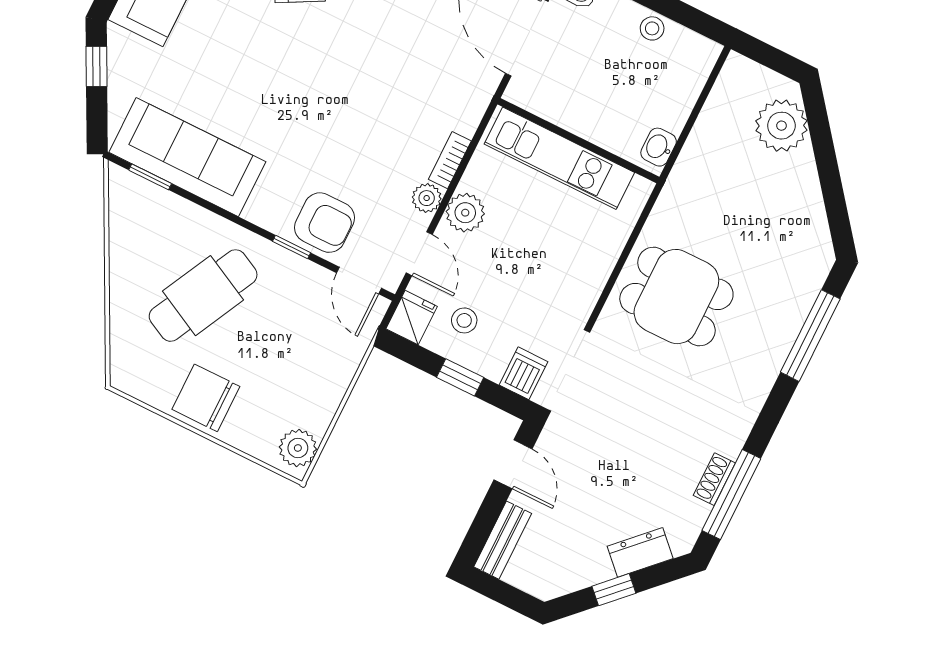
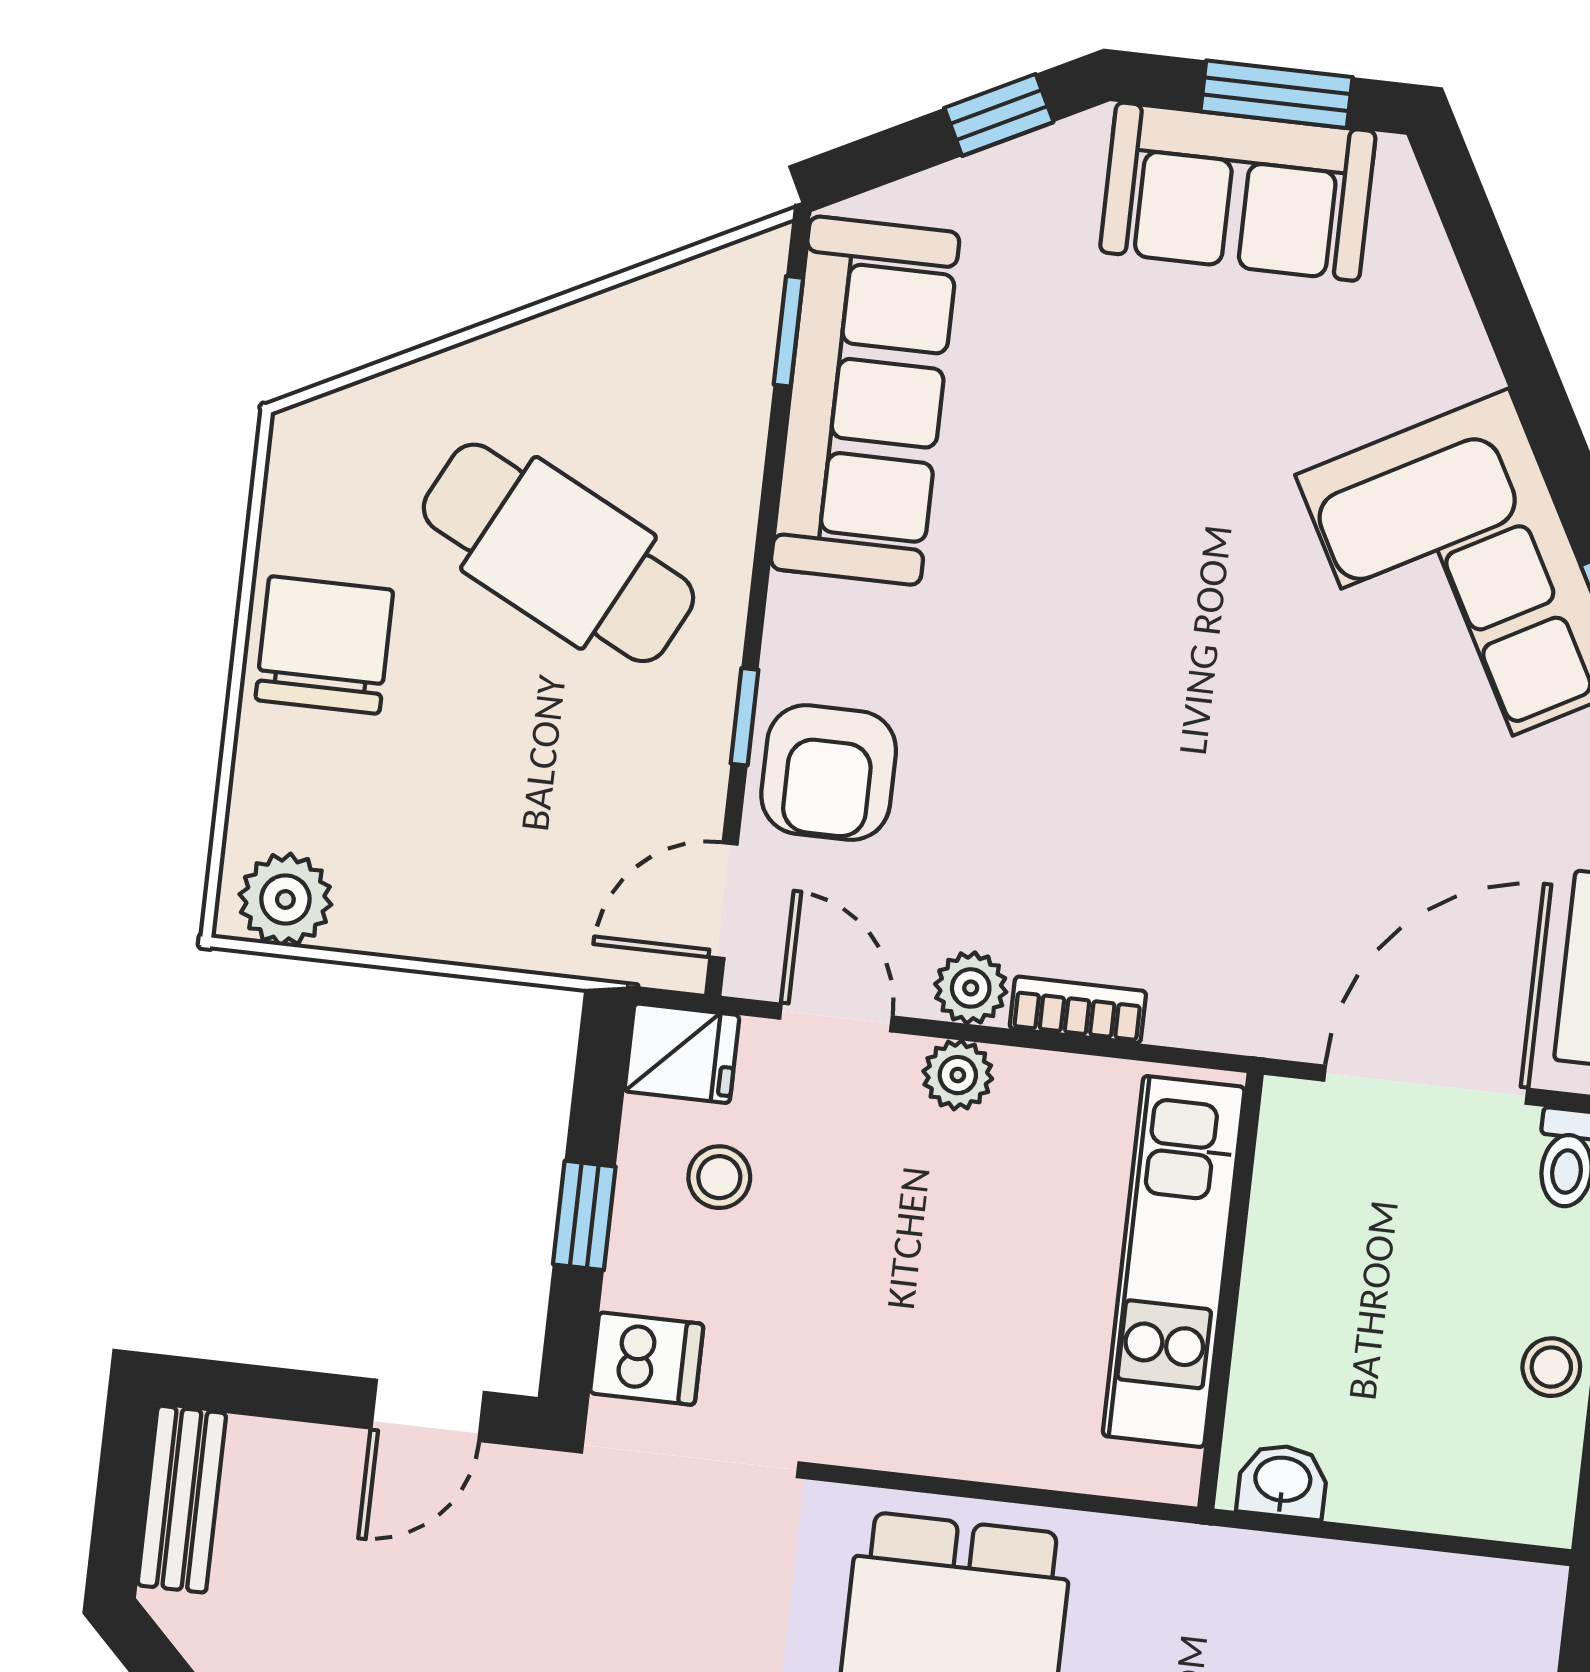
plant: (465, 213) -> (958, 1075), width x0.73, depth x0.73
door: (419, 254) -> (836, 1017), swing flipped
bench: (503, 540) -> (182, 1499), moved, turned 90

